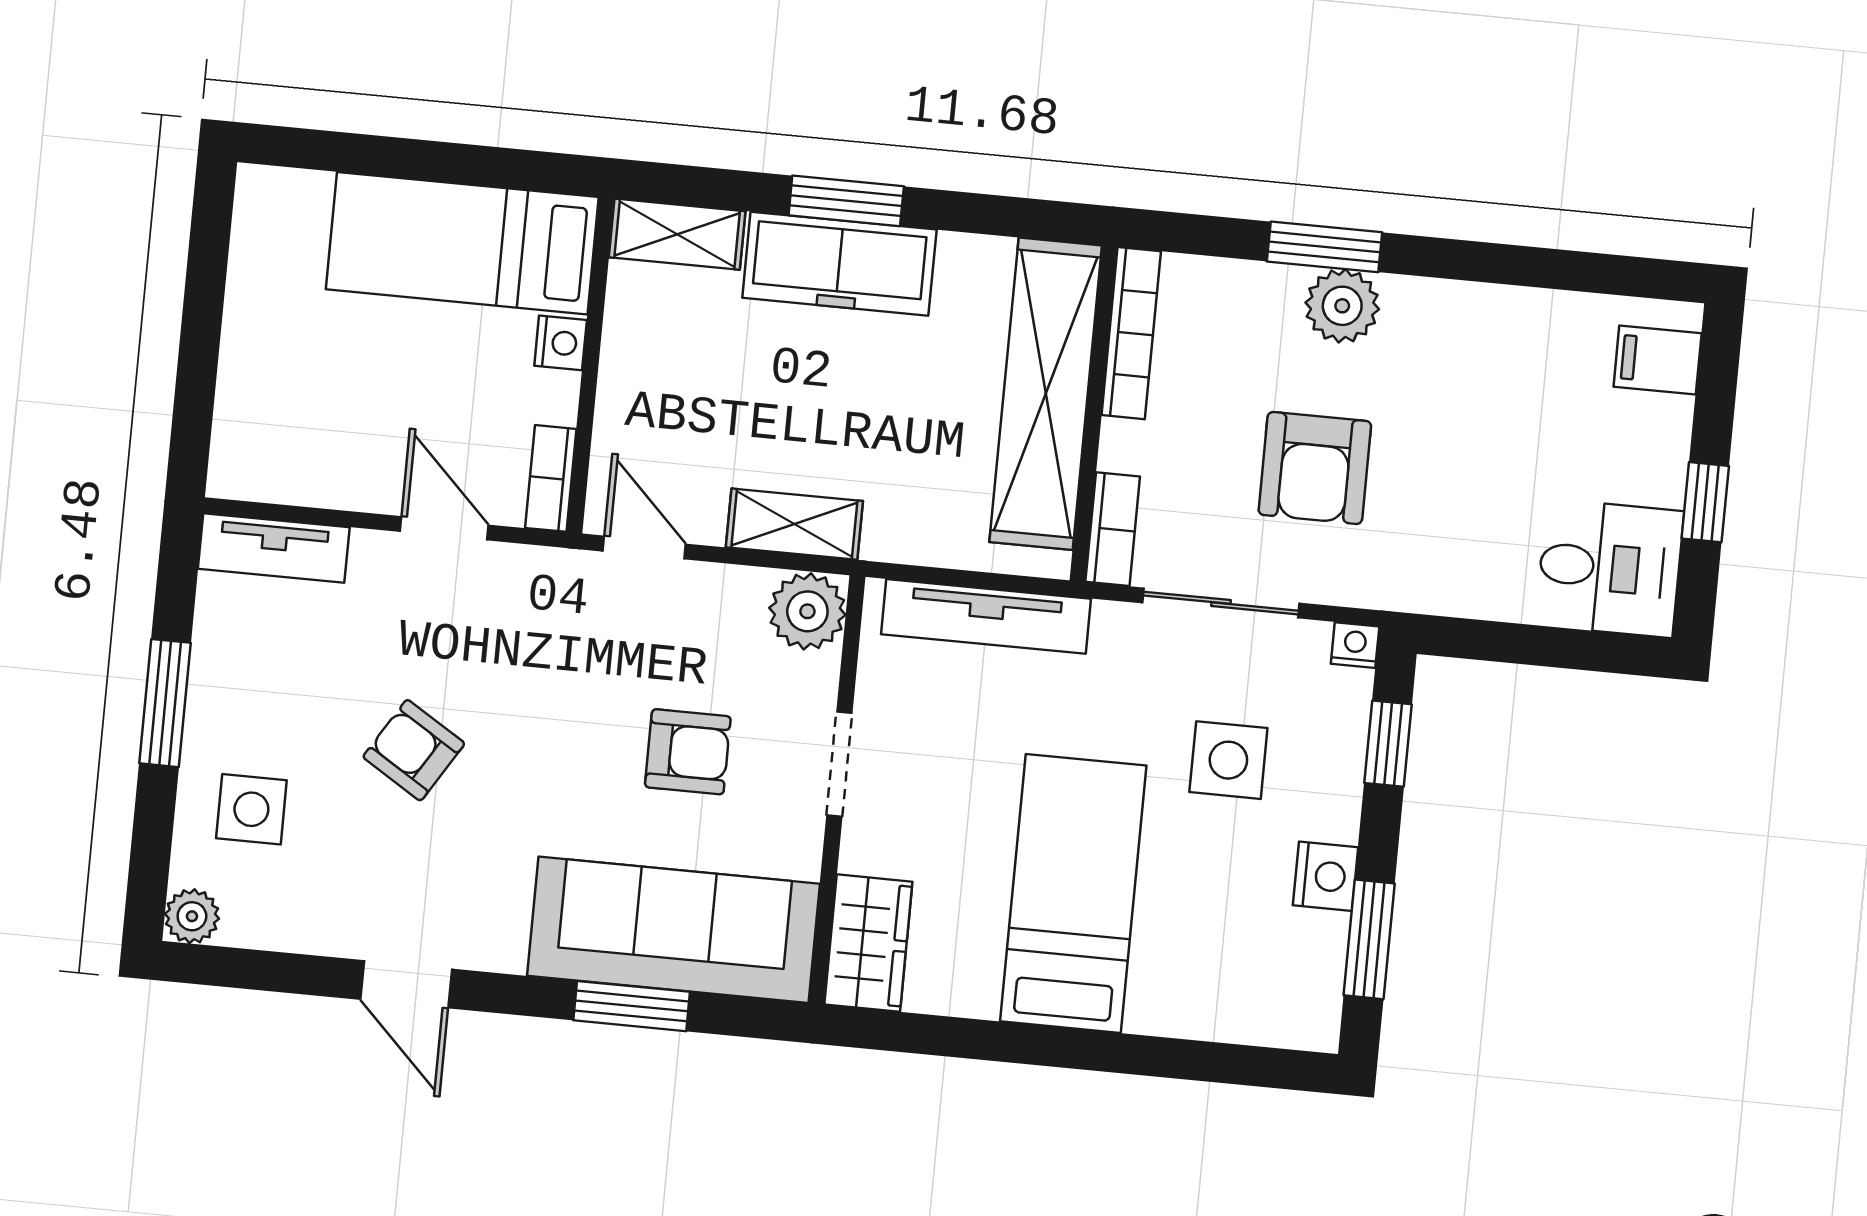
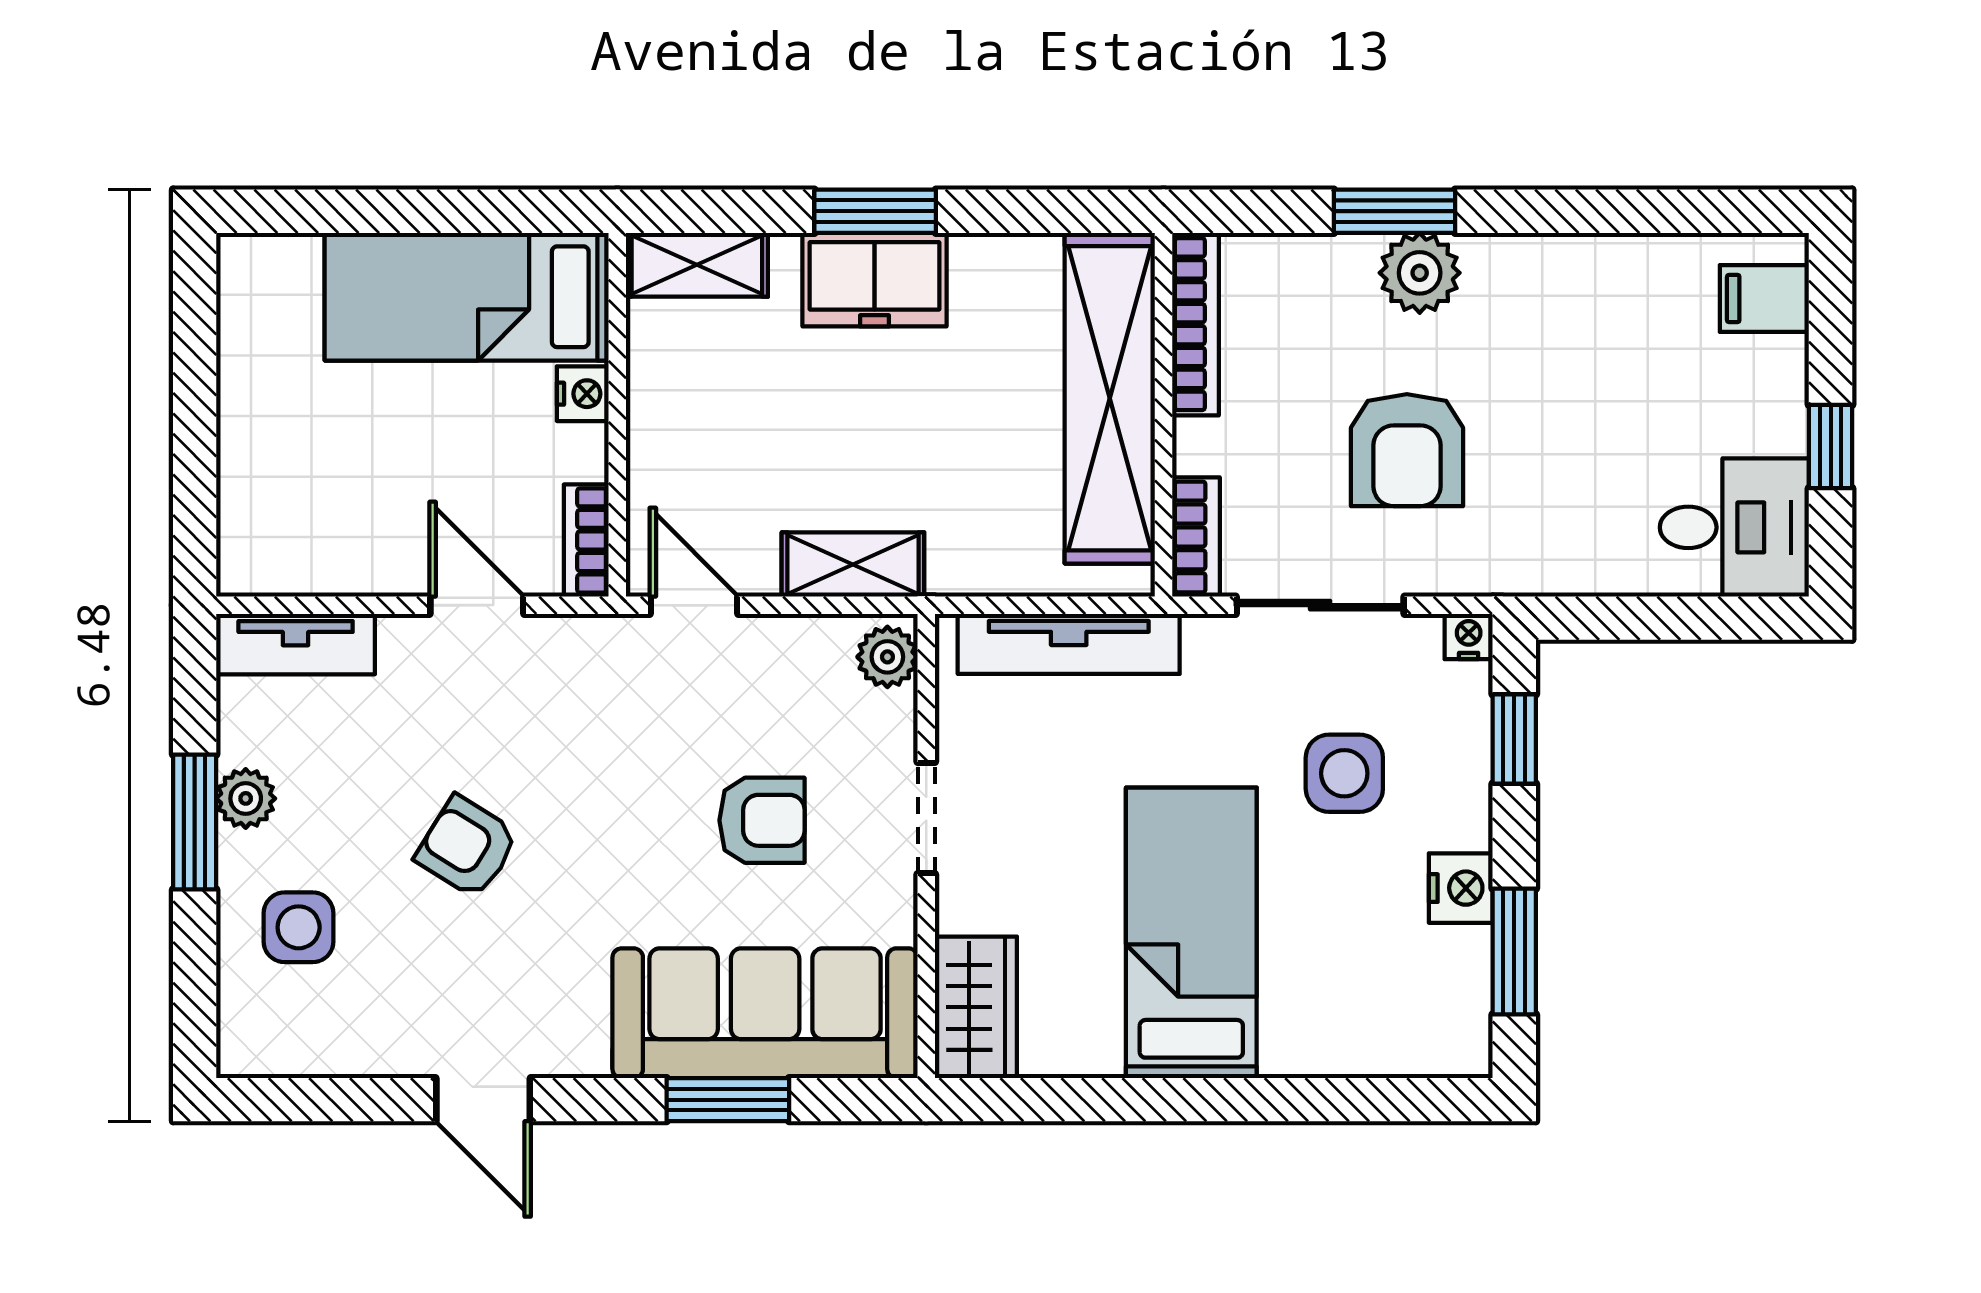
freezer: (839, 264) -> (875, 280), width x0.71
plant: (807, 611) -> (887, 657), width x0.73, depth x0.73
plant: (192, 916) -> (246, 798), moved

